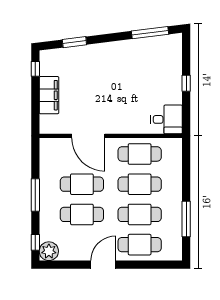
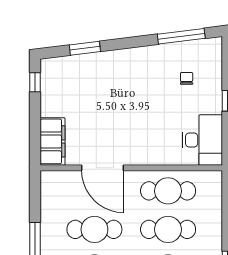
chair: (154, 66) -> (187, 78), added
filing cabinet: (49, 95) -> (53, 141), moved
desk: (167, 119) -> (202, 140), width x1.37

